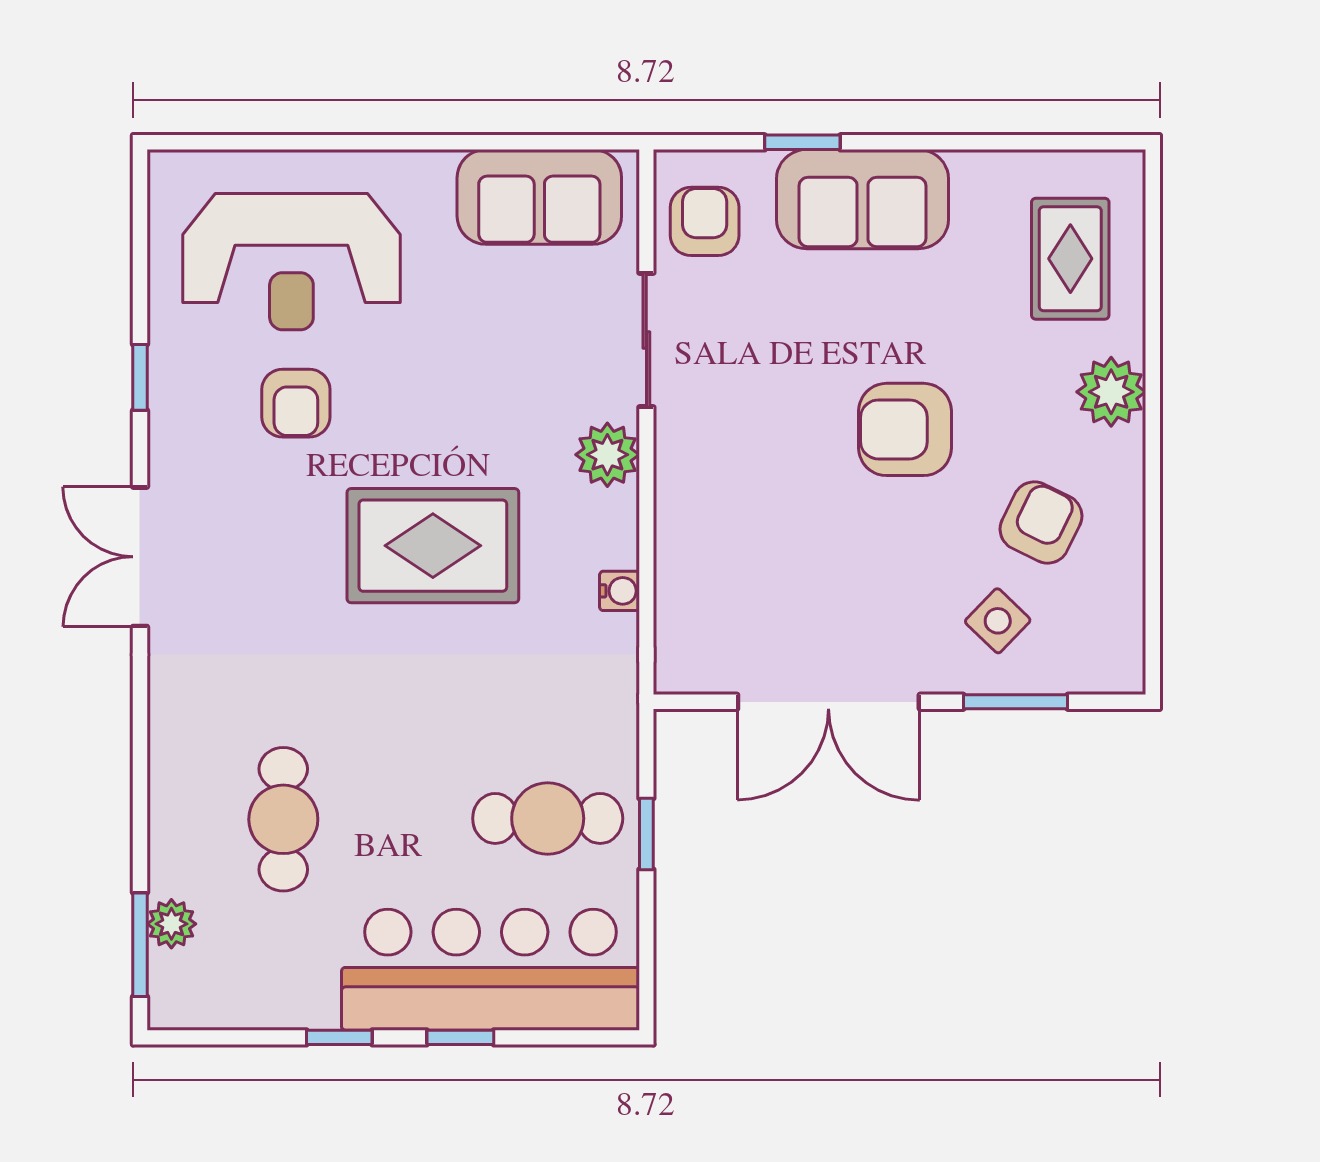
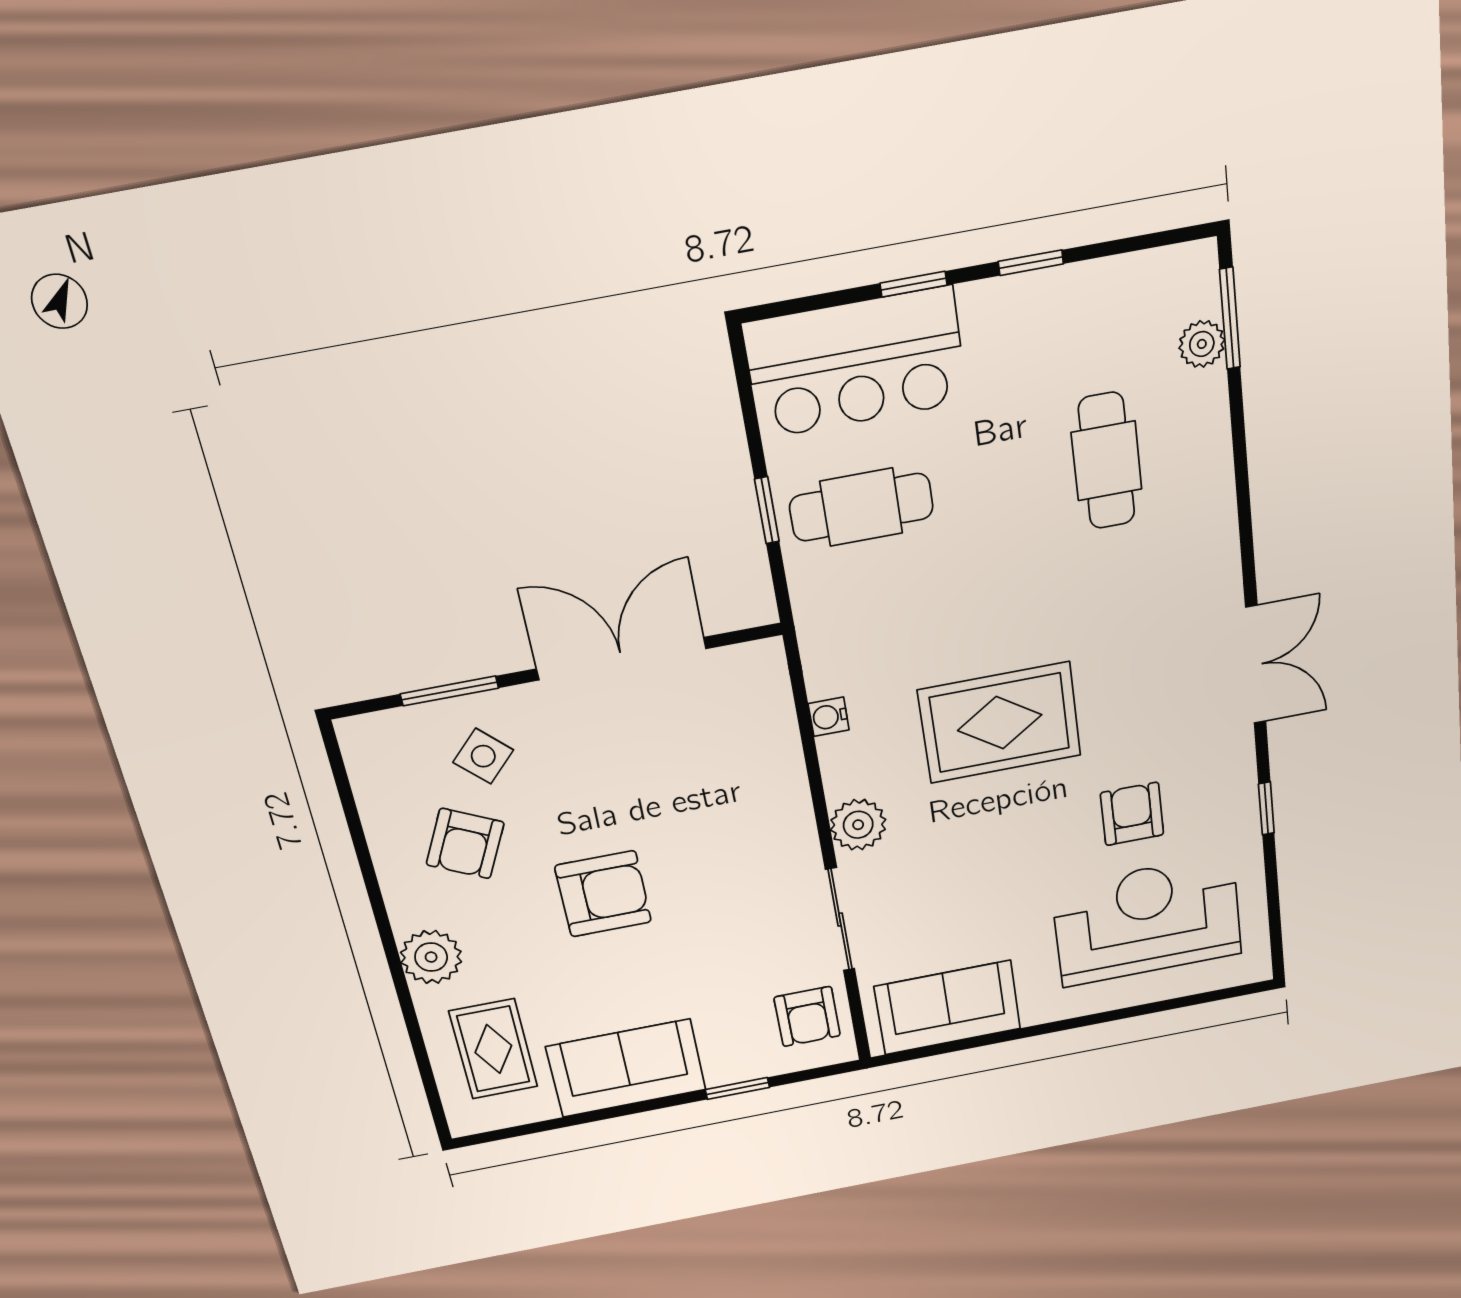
sofa: (863, 199) -> (626, 1068), moved
bar counter: (490, 970) -> (856, 363), width x0.73

